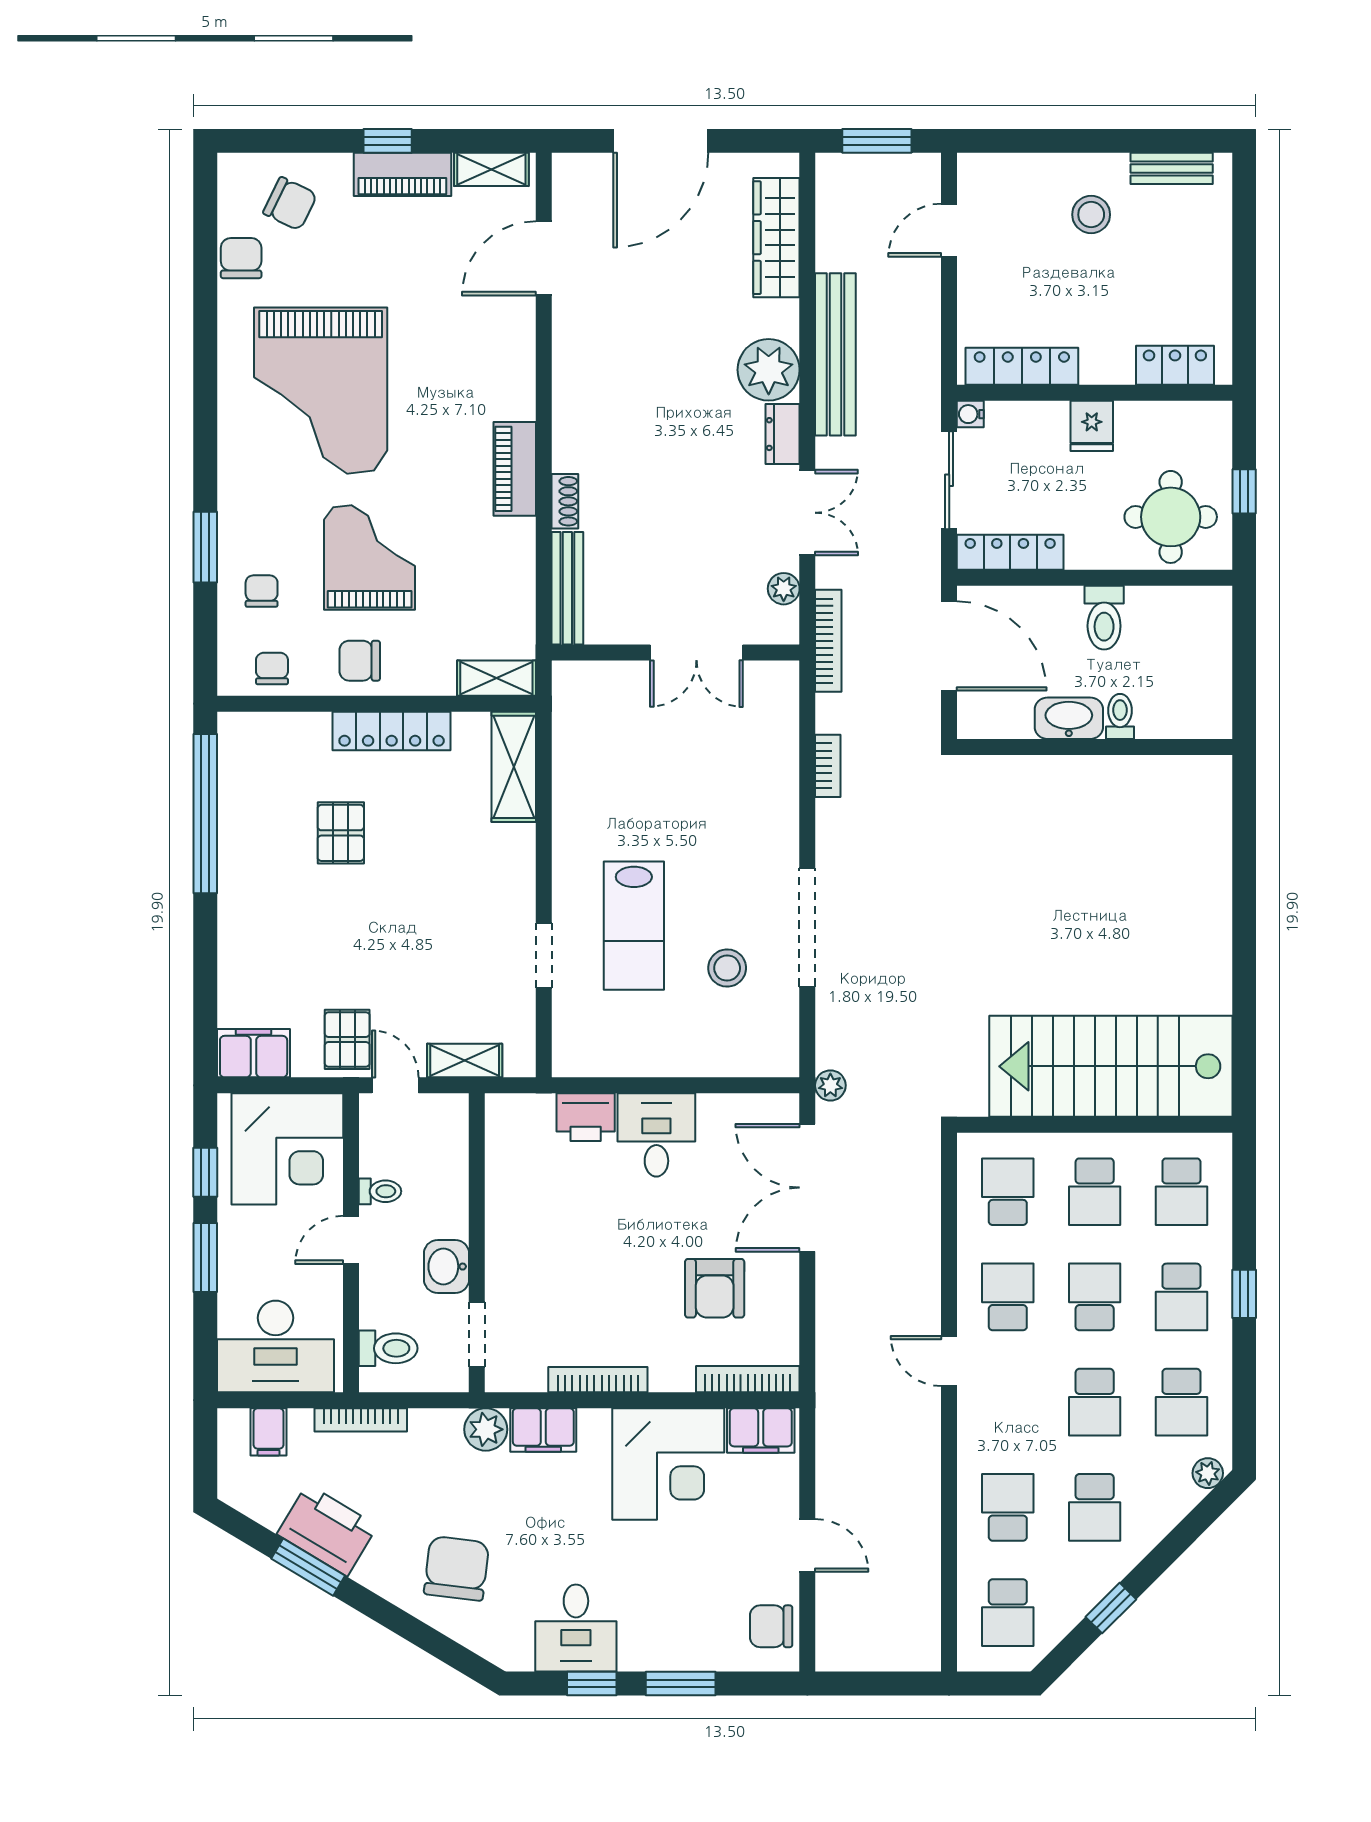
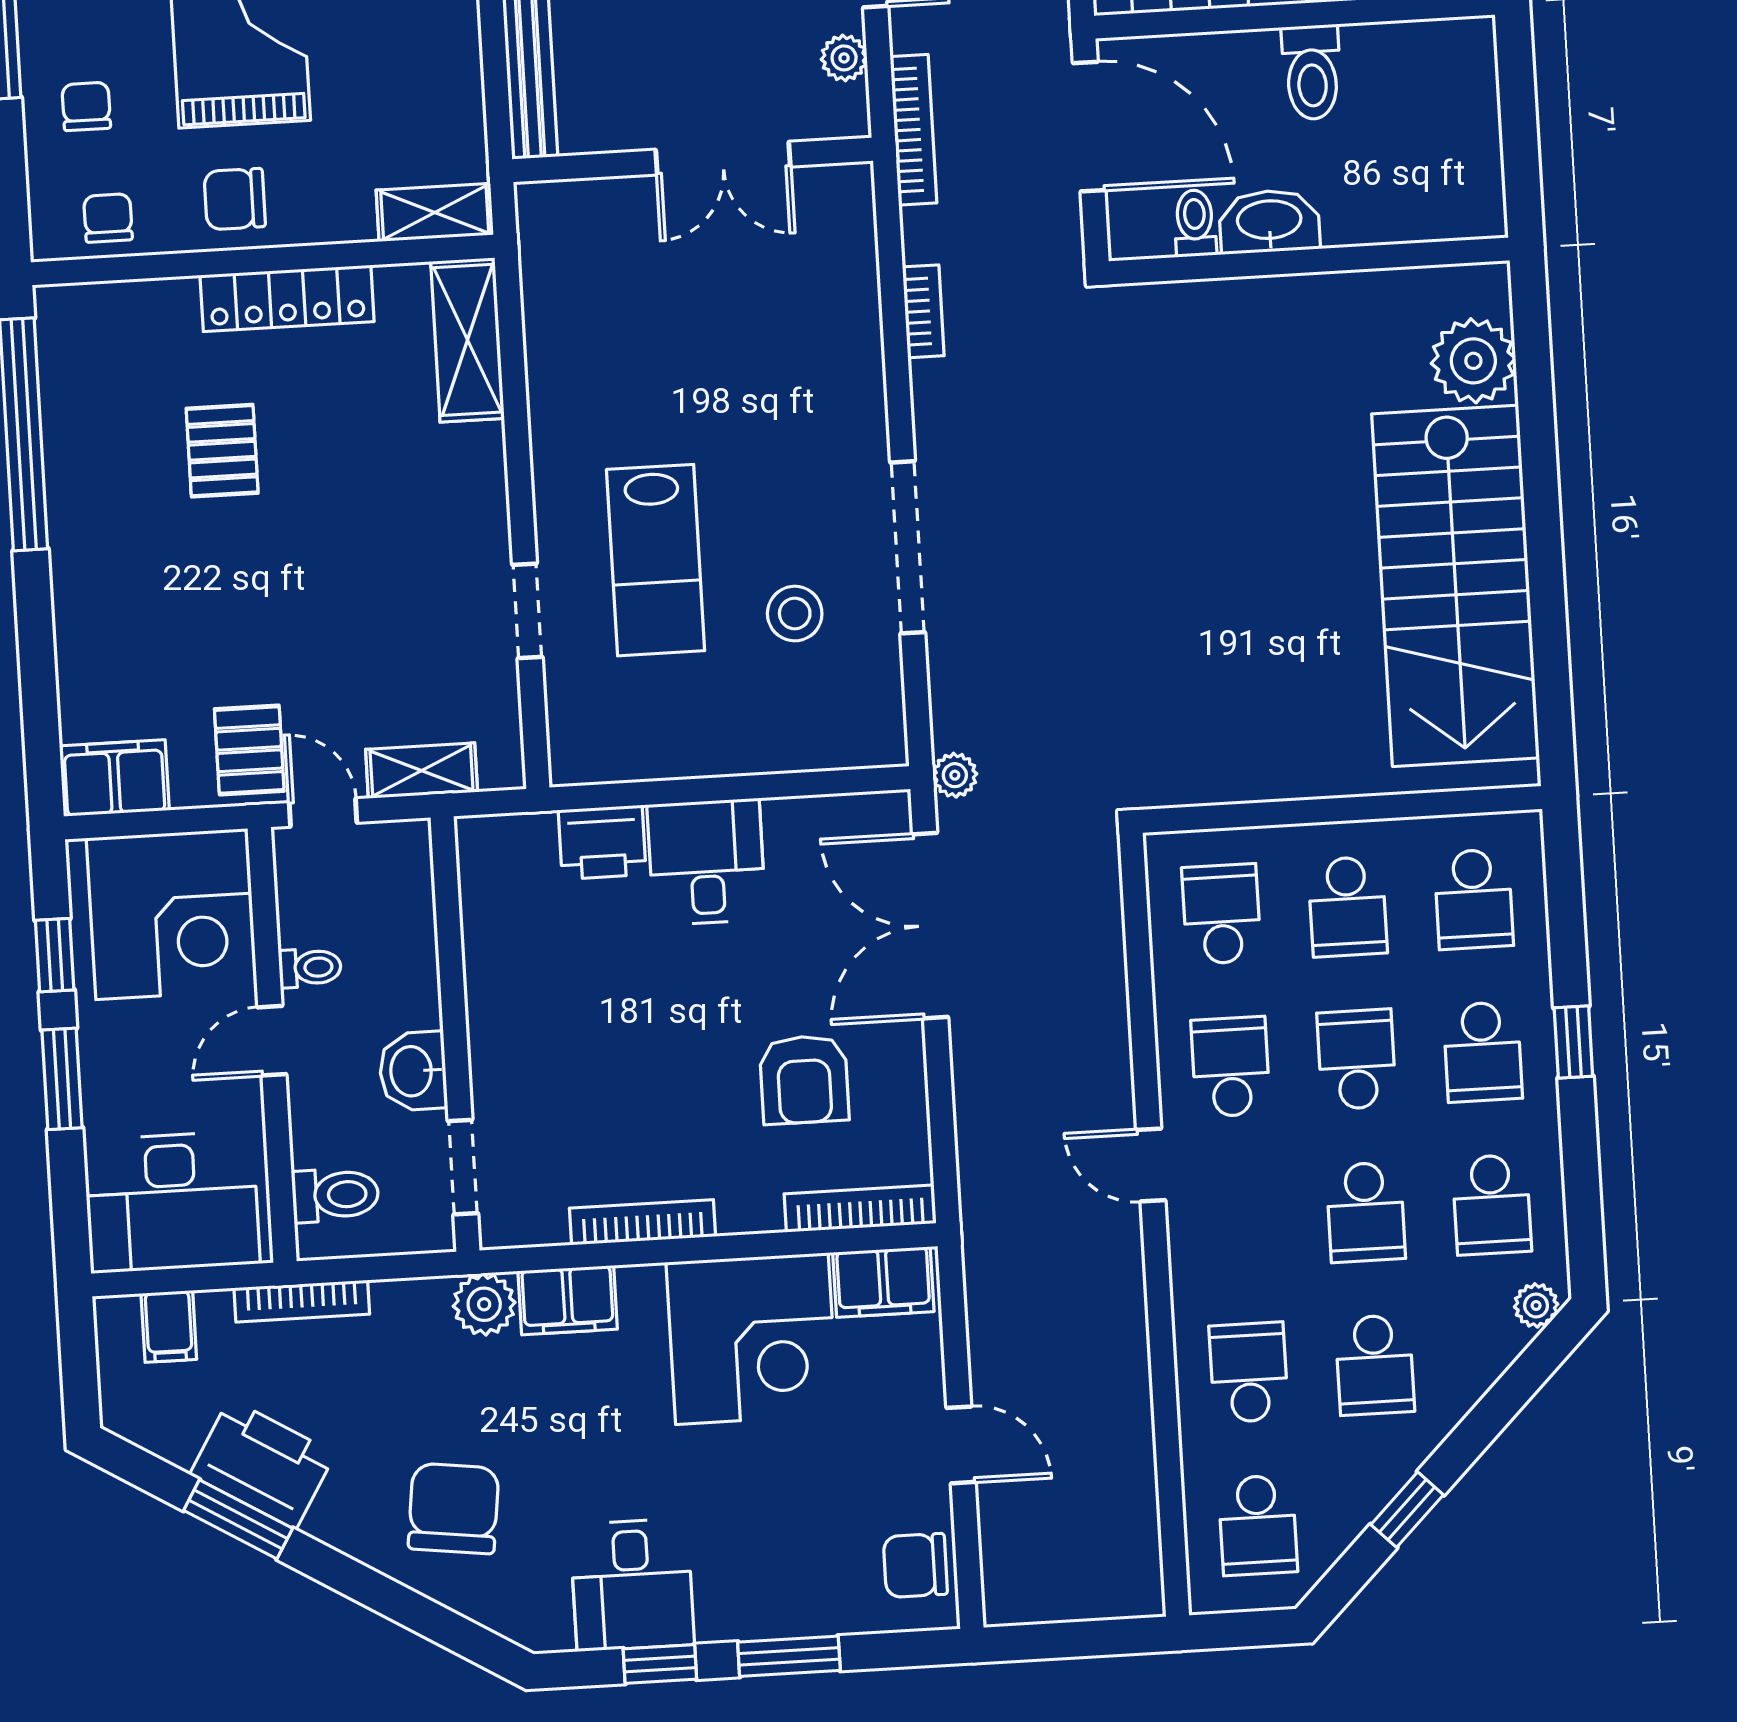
toilet: (1120, 716) -> (1195, 223), moved
plant: (1203, 822) -> (1473, 361), added
stairs: (1111, 1066) -> (1455, 586), moved, turned -90

